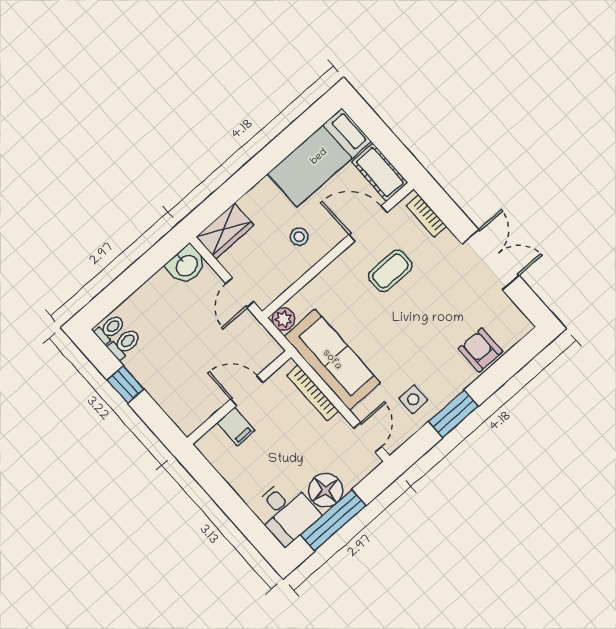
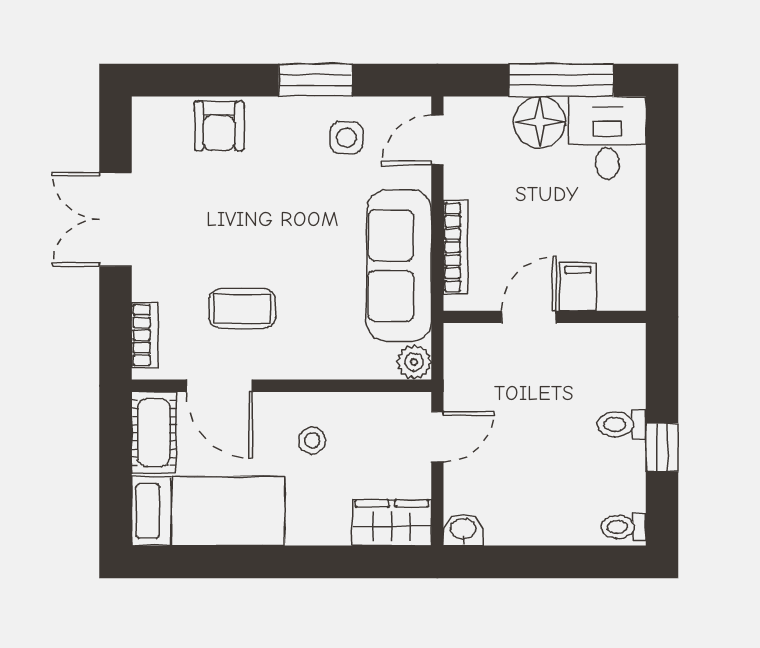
washbasin: (186, 265) -> (463, 530), width x0.72, depth x0.69
toilet: (125, 344) -> (622, 424), moved
door: (247, 391) -> (529, 317), swing flipped

